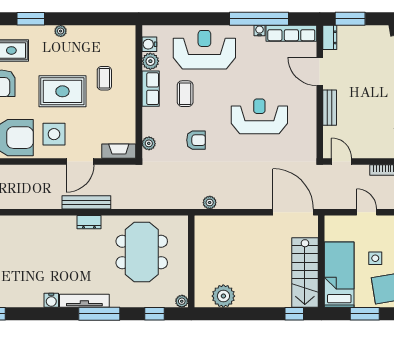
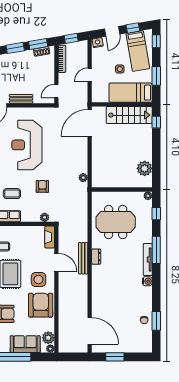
reception desk: (259, 116) -> (27, 145), width x1.36, depth x1.30

